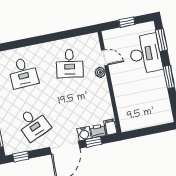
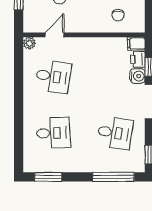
plant: (100, 72) -> (29, 43), moved
chair: (131, 107) -> (118, 15), added
desk: (33, 124) -> (115, 133), turned 33

